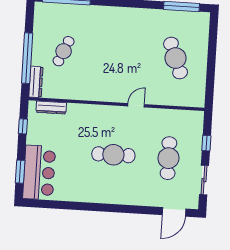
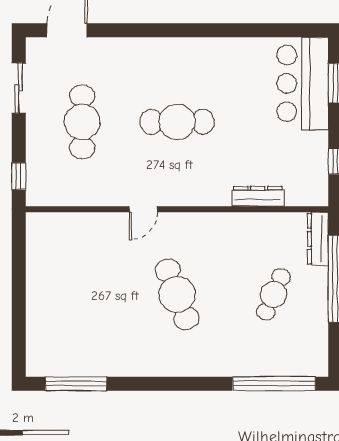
cafe table: (176, 58) -> (177, 294), moved
dresser: (51, 107) -> (258, 196), moved
window: (206, 143) -> (19, 176), moved

